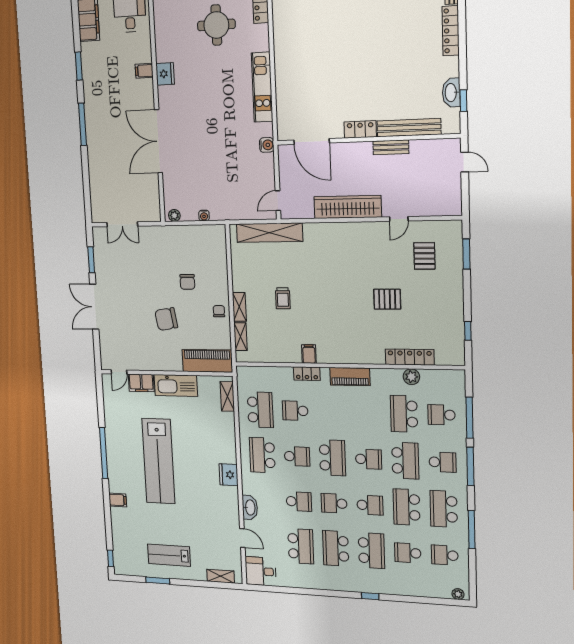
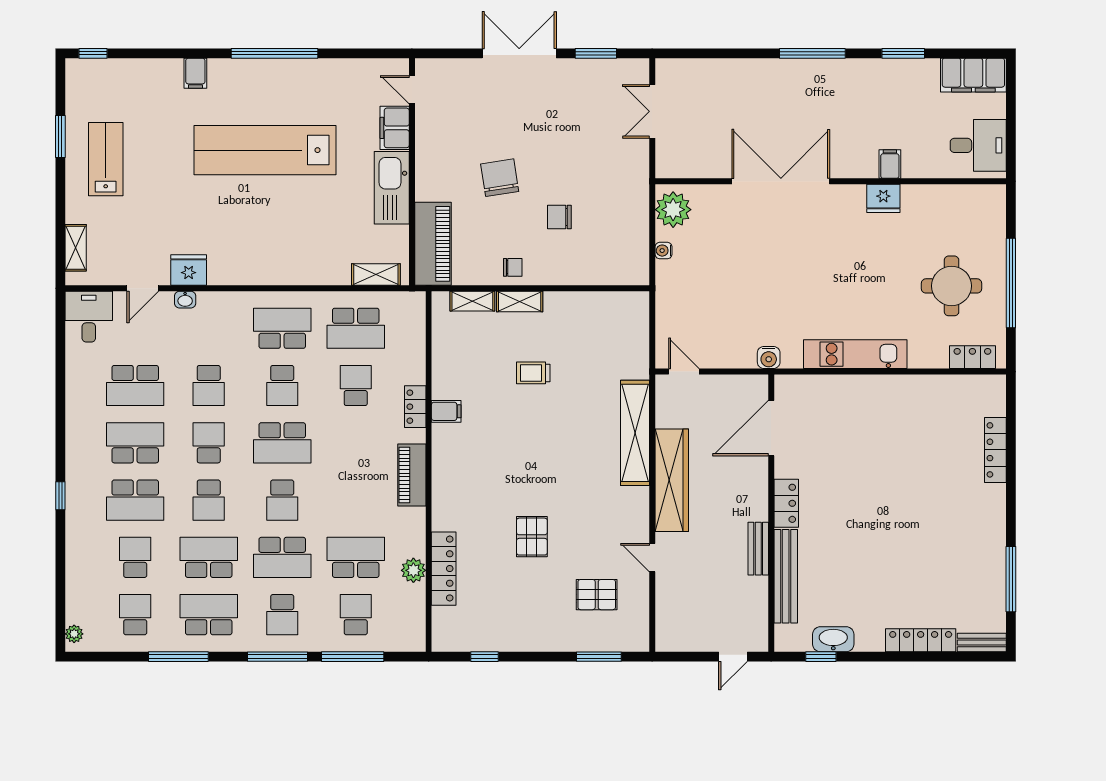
plant: (174, 215) -> (673, 210), width x1.87, depth x1.87
shelving: (270, 233) -> (635, 433), moved
fridge: (229, 475) -> (189, 270), moved
washbasin: (250, 507) -> (185, 300), width x0.52, depth x0.69

